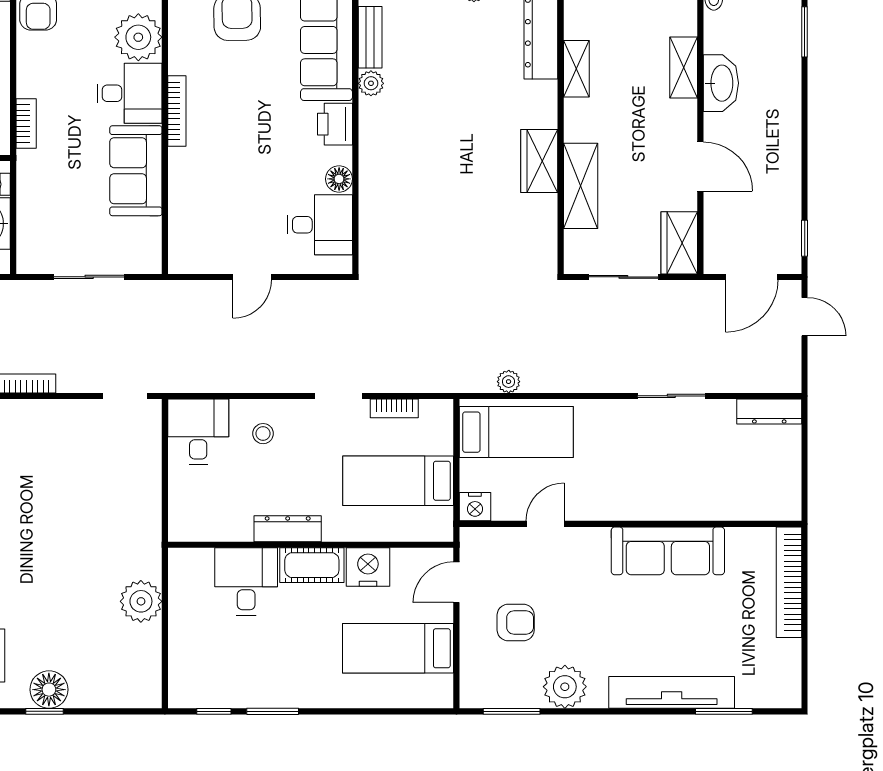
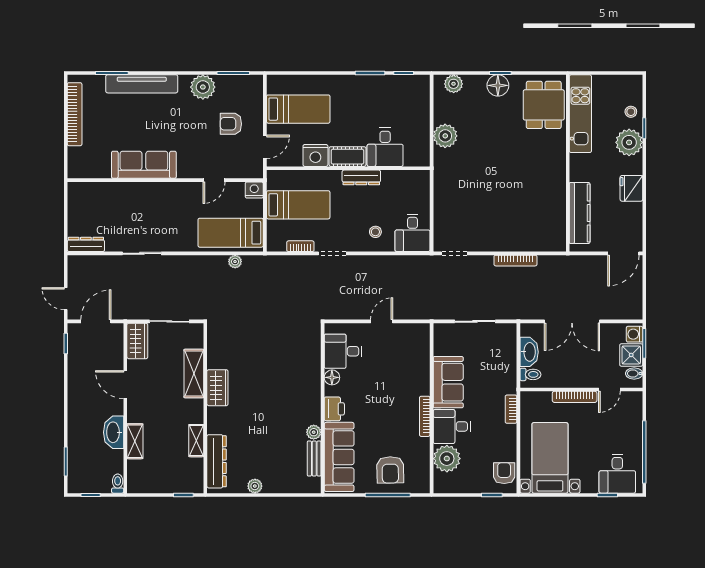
bookcase: (789, 582) -> (75, 114), moved
plant: (127, 692) -> (454, 84), added

